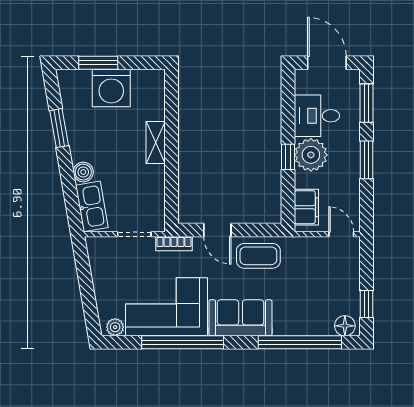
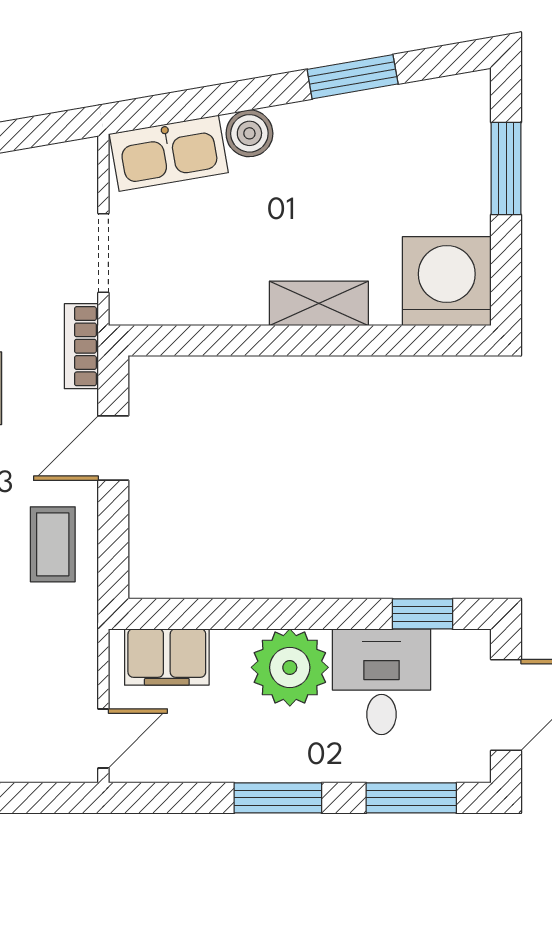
washing machine: (111, 88) -> (447, 281), moved, turned 90
window: (288, 157) -> (423, 614), moved
coffee table: (258, 256) -> (53, 544), width x0.73, depth x0.77

